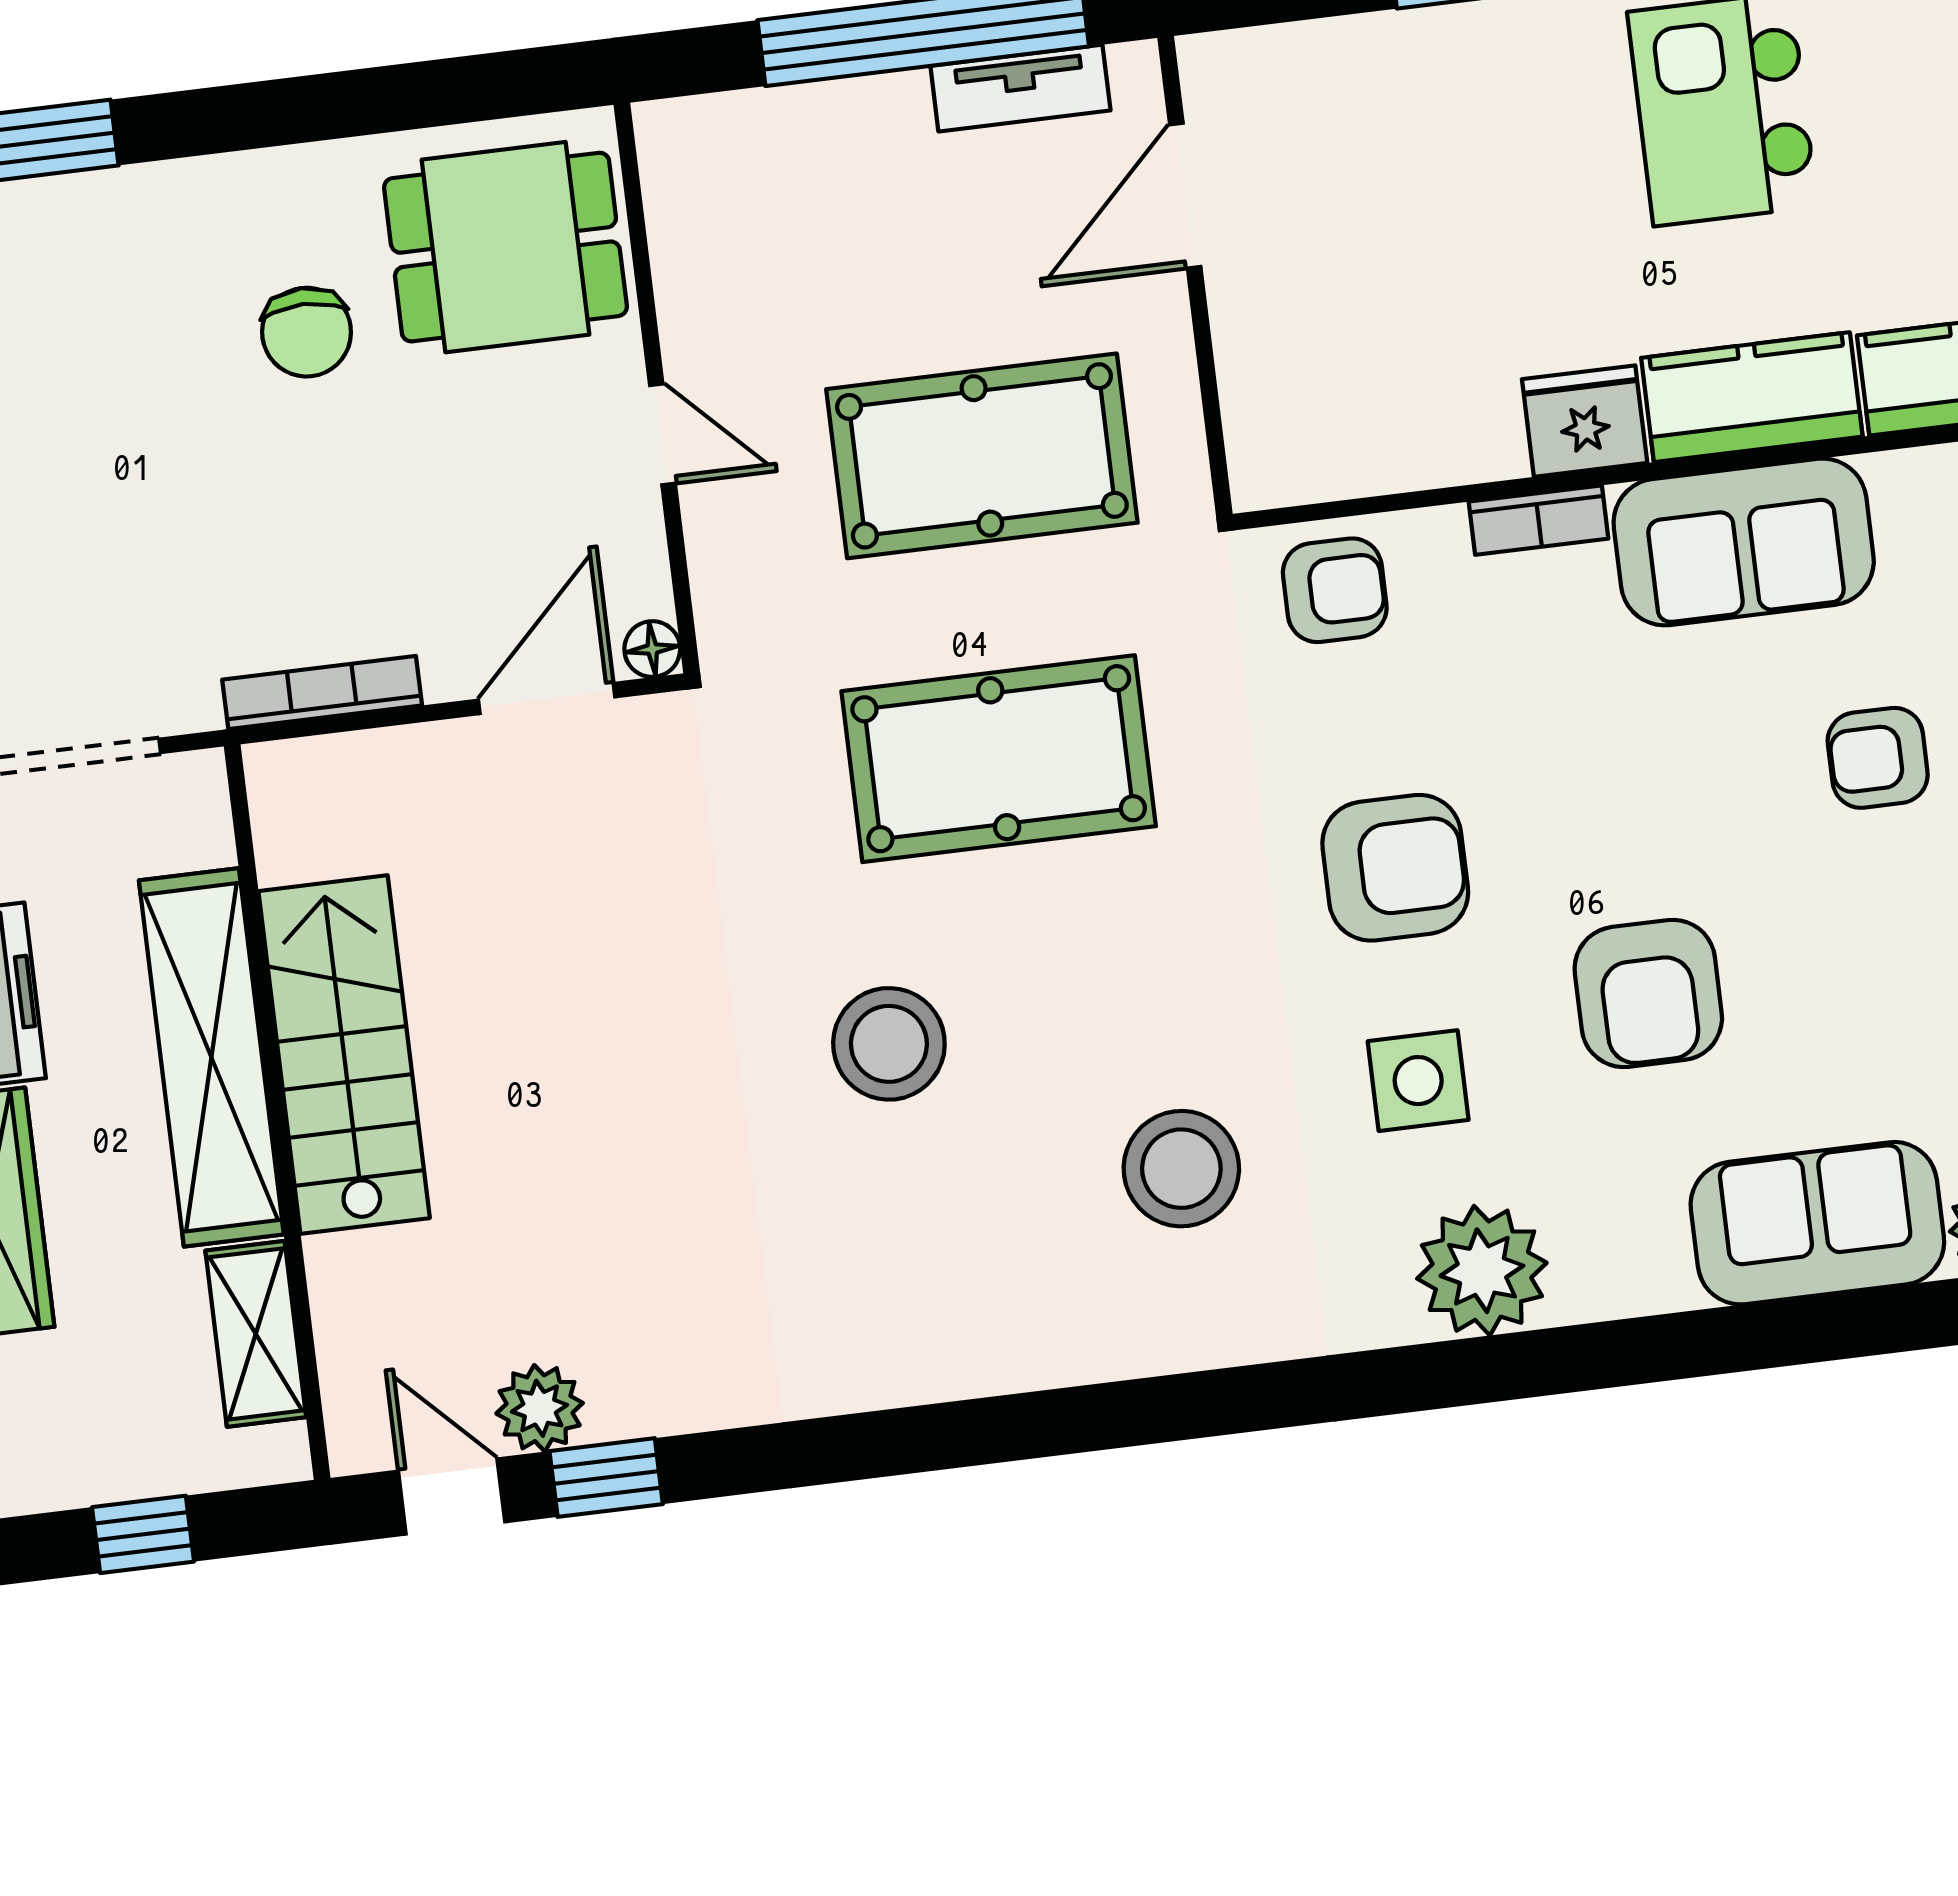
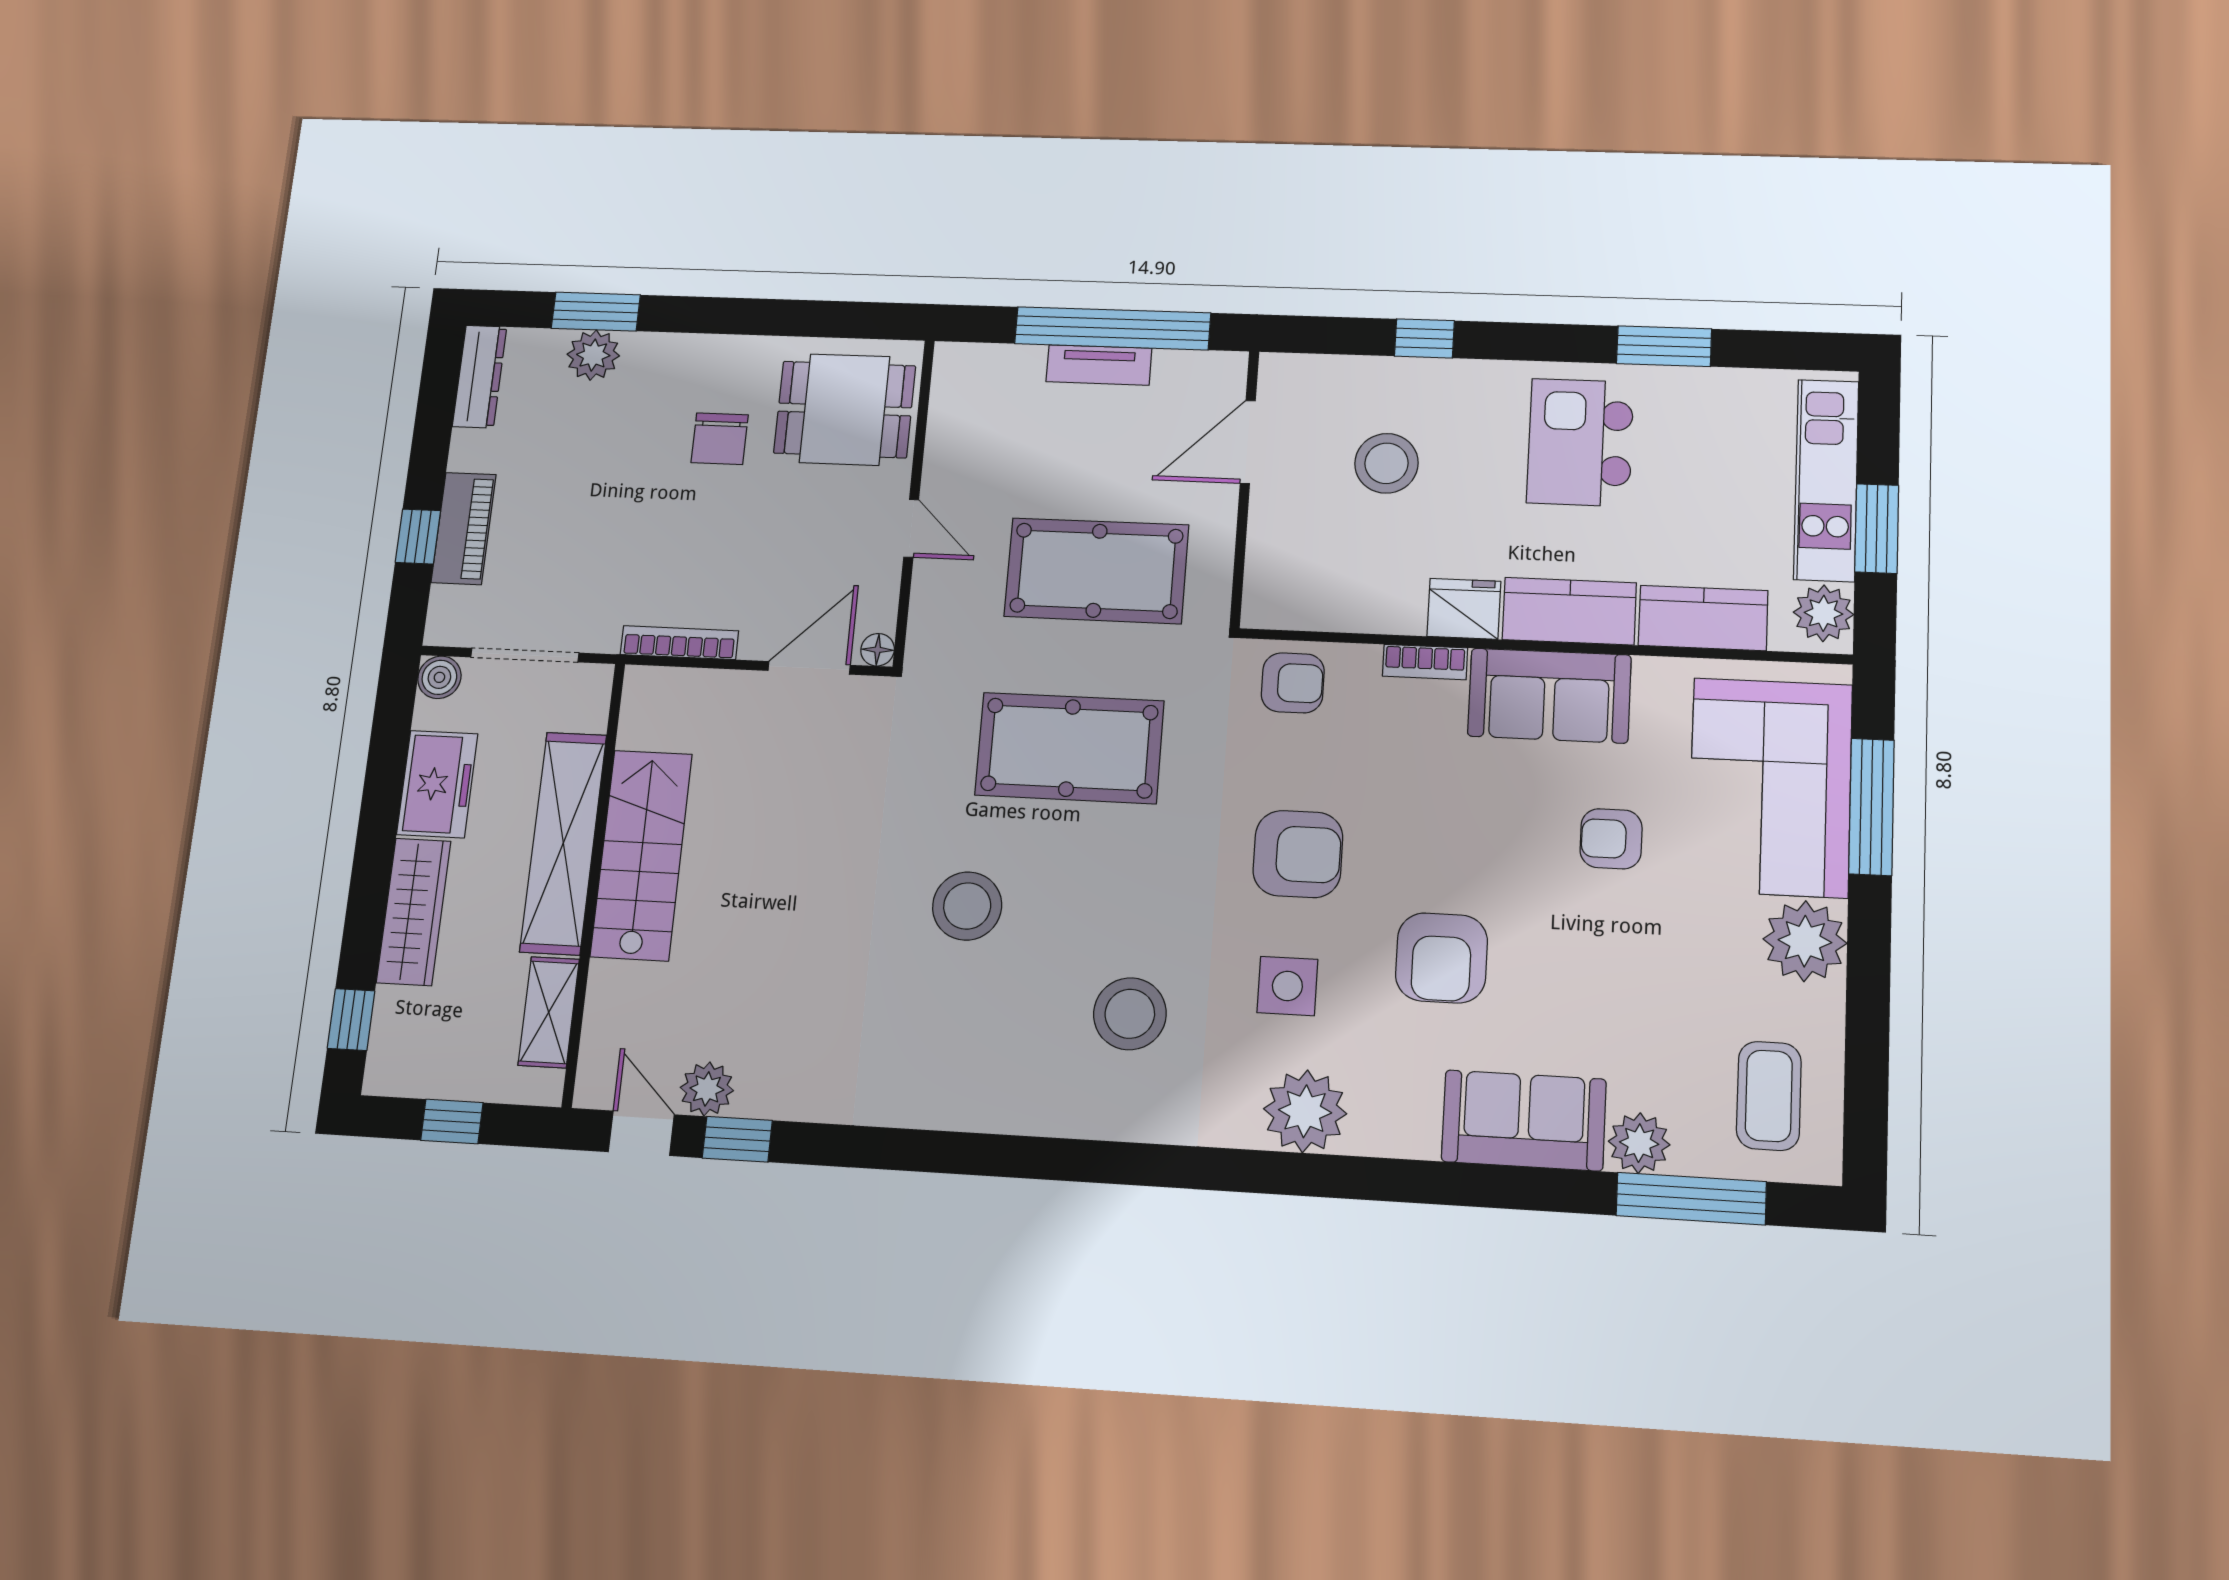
tv unit: (1020, 88) -> (1099, 365), moved
stool: (1417, 196) -> (1386, 463), added
plant: (56, 220) -> (593, 355), added

